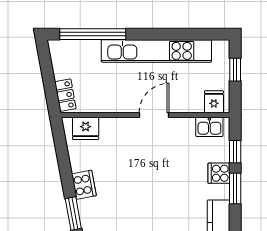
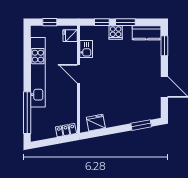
kitchen sink: (209, 127) -> (86, 49), moved
fridge: (86, 128) -> (96, 123), moved, turned -100
cooker: (84, 185) -> (123, 118), removed

